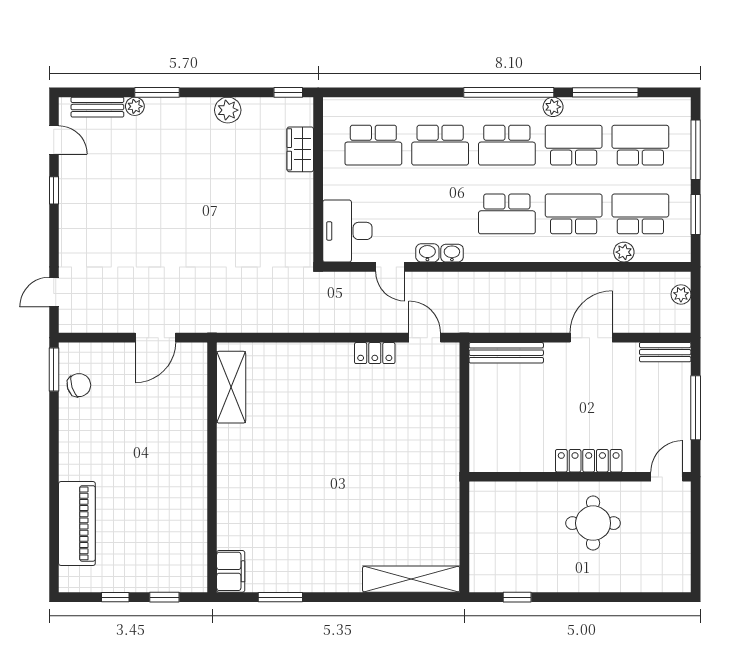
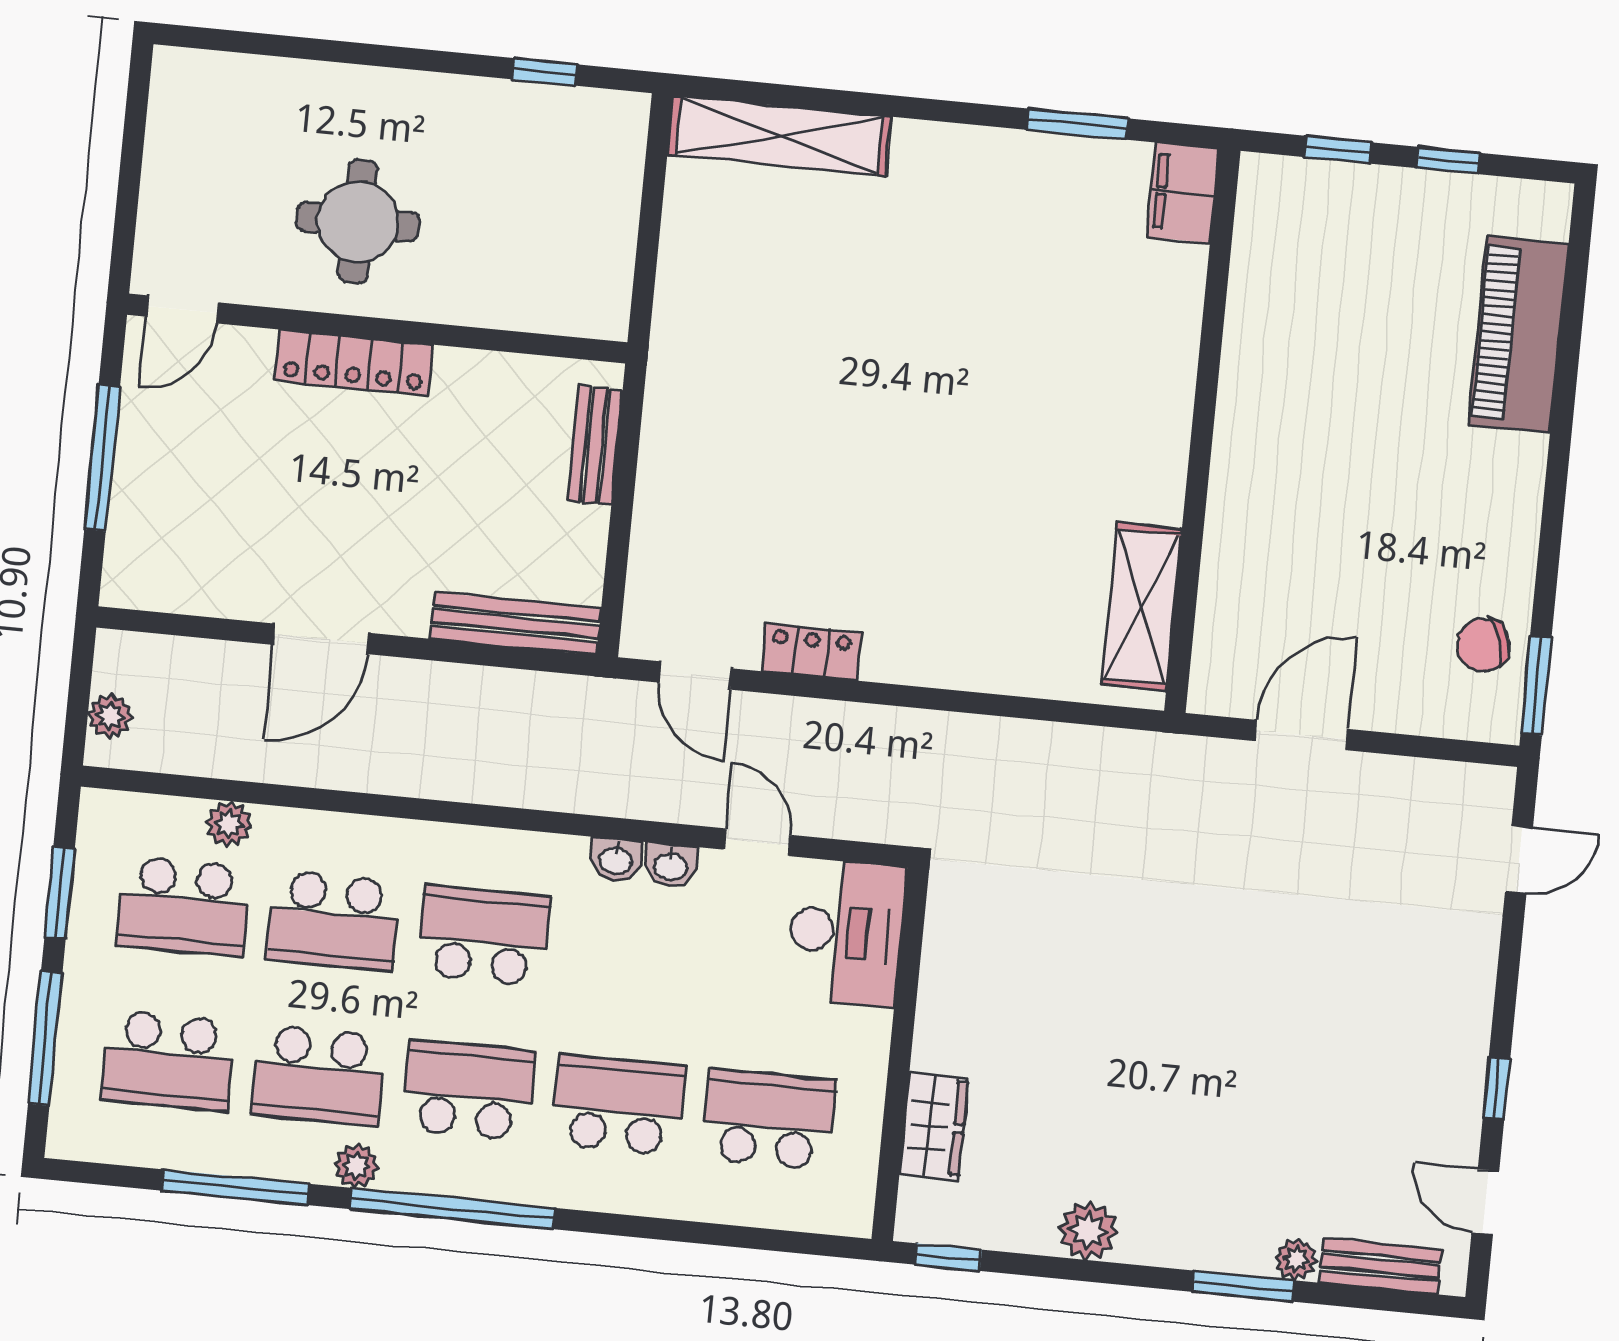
bench: (665, 352) -> (595, 445), moved, turned 90

